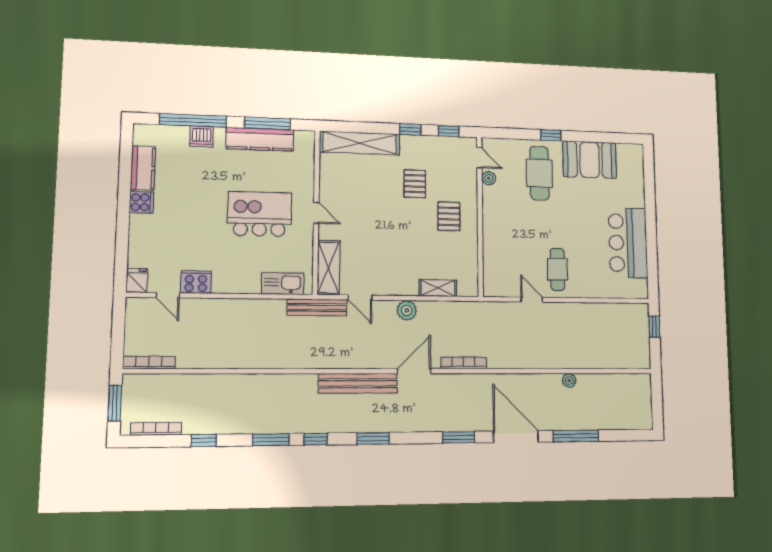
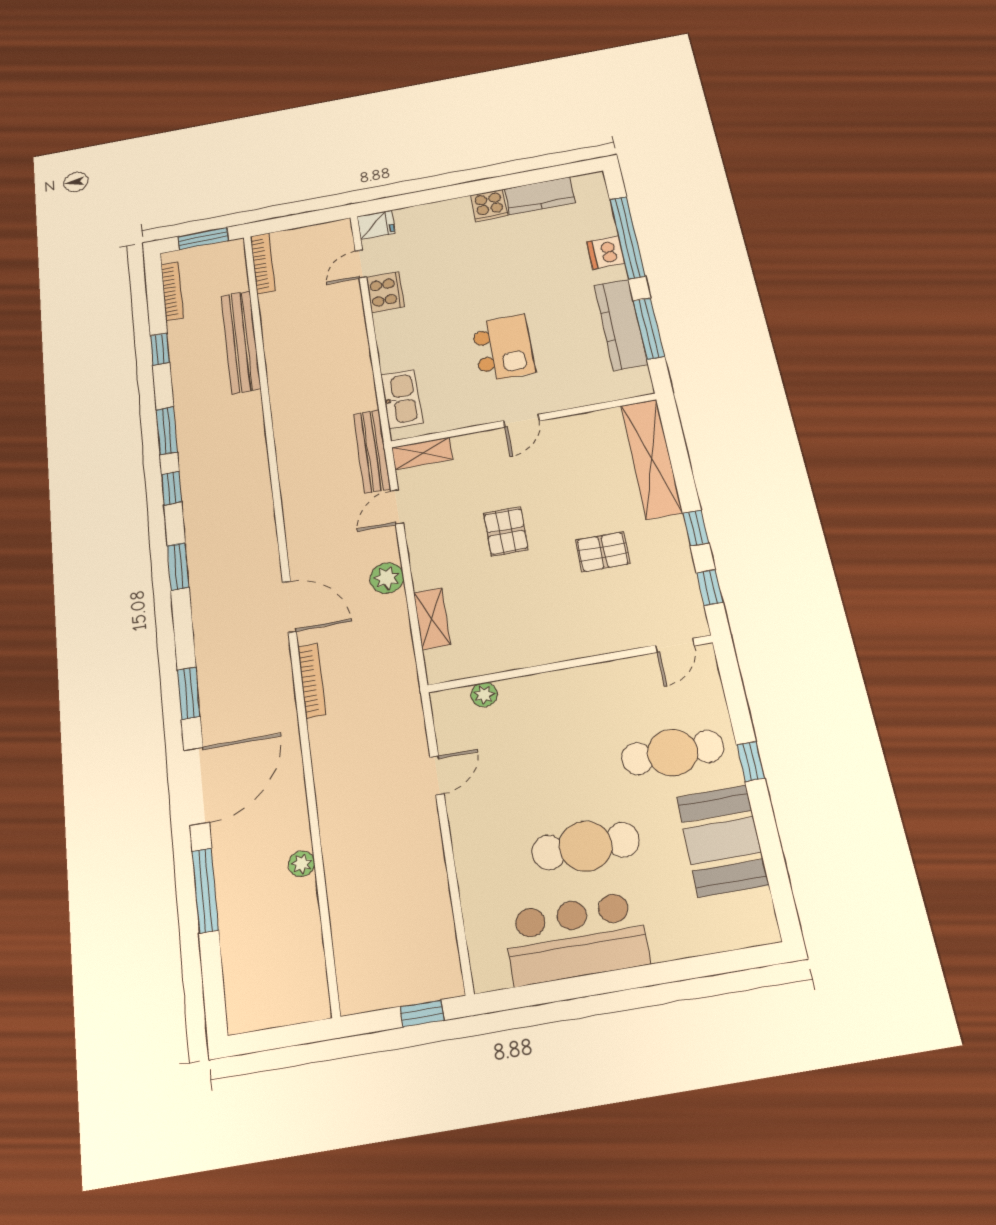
plant: (489, 178) -> (484, 695), moved
kitchen island: (260, 214) -> (503, 348), width x0.73, depth x0.78
pallet: (449, 216) -> (506, 531), moved, turned 90
shelving: (329, 268) -> (422, 453), width x0.67, depth x0.75
cafe table: (557, 269) -> (586, 846), moved, width x1.37, depth x1.35
bench: (358, 383) -> (241, 342), moved

